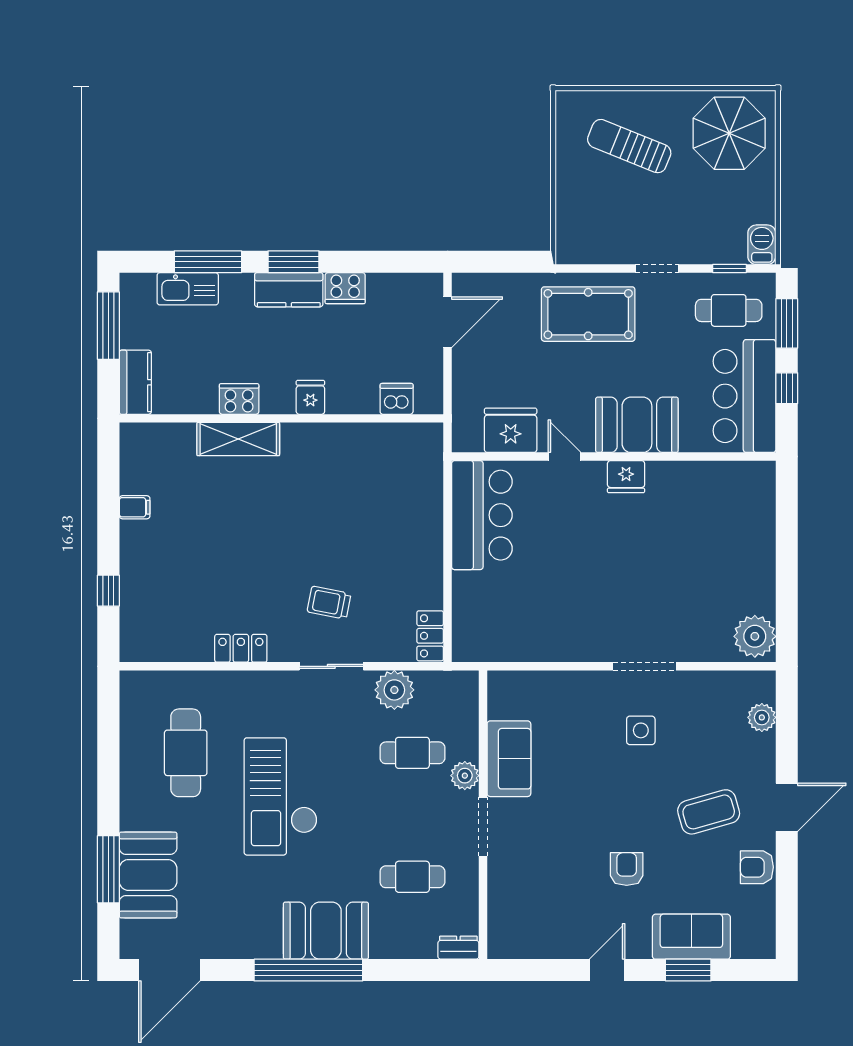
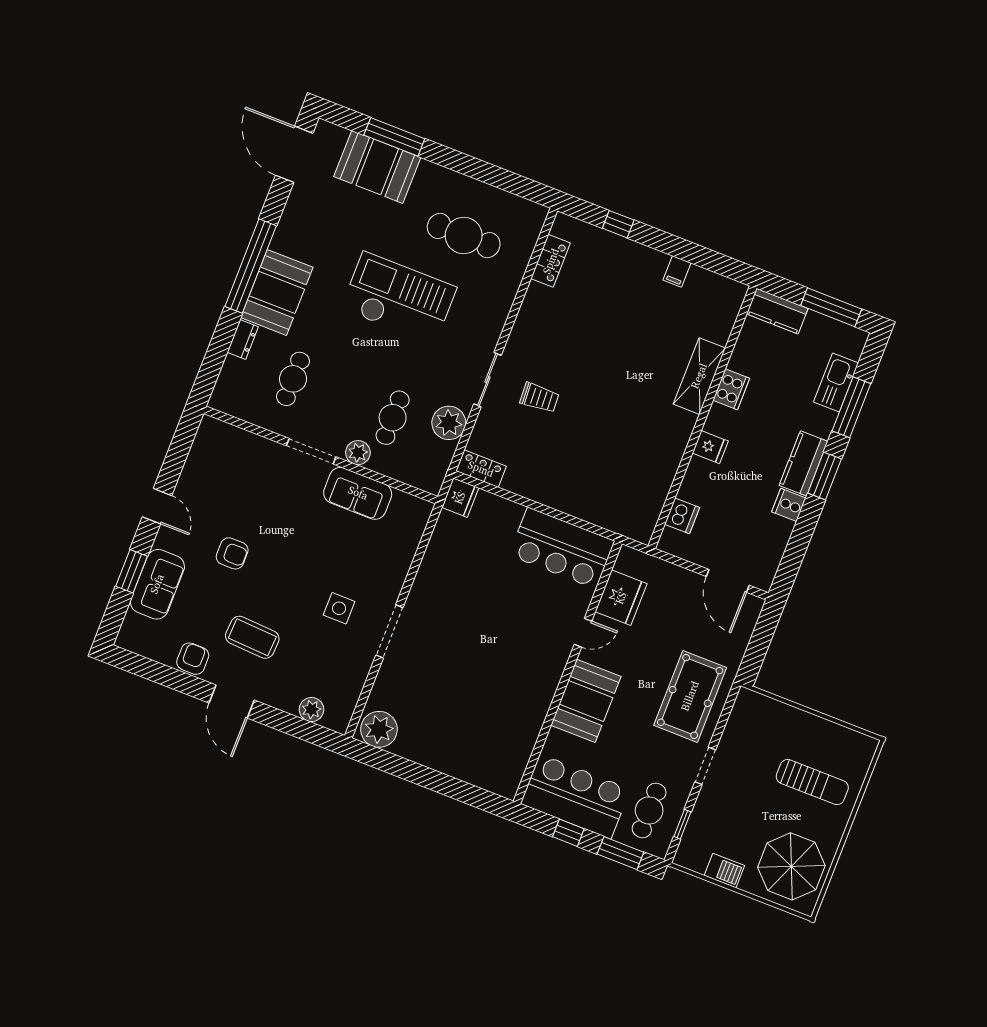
sun lounger: (629, 146) -> (812, 782), turned 68
barbecue: (762, 245) -> (724, 871), moved
cooker: (345, 288) -> (789, 505), width x0.73
fridge: (626, 477) -> (460, 498), moved, turned 180
trolley: (329, 603) -> (539, 398), turned 76
locker: (241, 648) -> (551, 261), moved
coffee table: (709, 812) -> (252, 637), turned -71
dresser: (458, 948) -> (243, 340), moved

